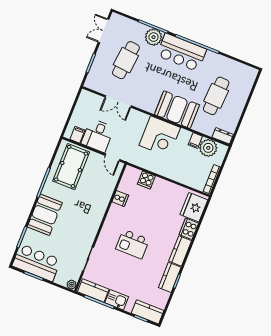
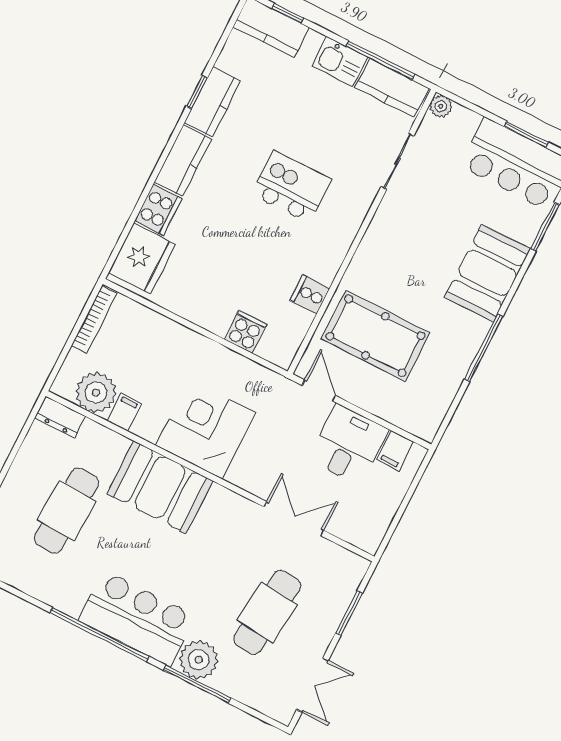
pool table: (71, 167) -> (375, 336), moved, turned 90

